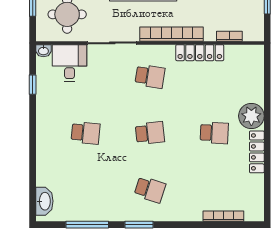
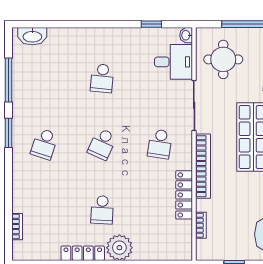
school desk: (150, 133) -> (102, 144), turned 30
bookcase: (223, 216) -> (17, 227), width x0.64

